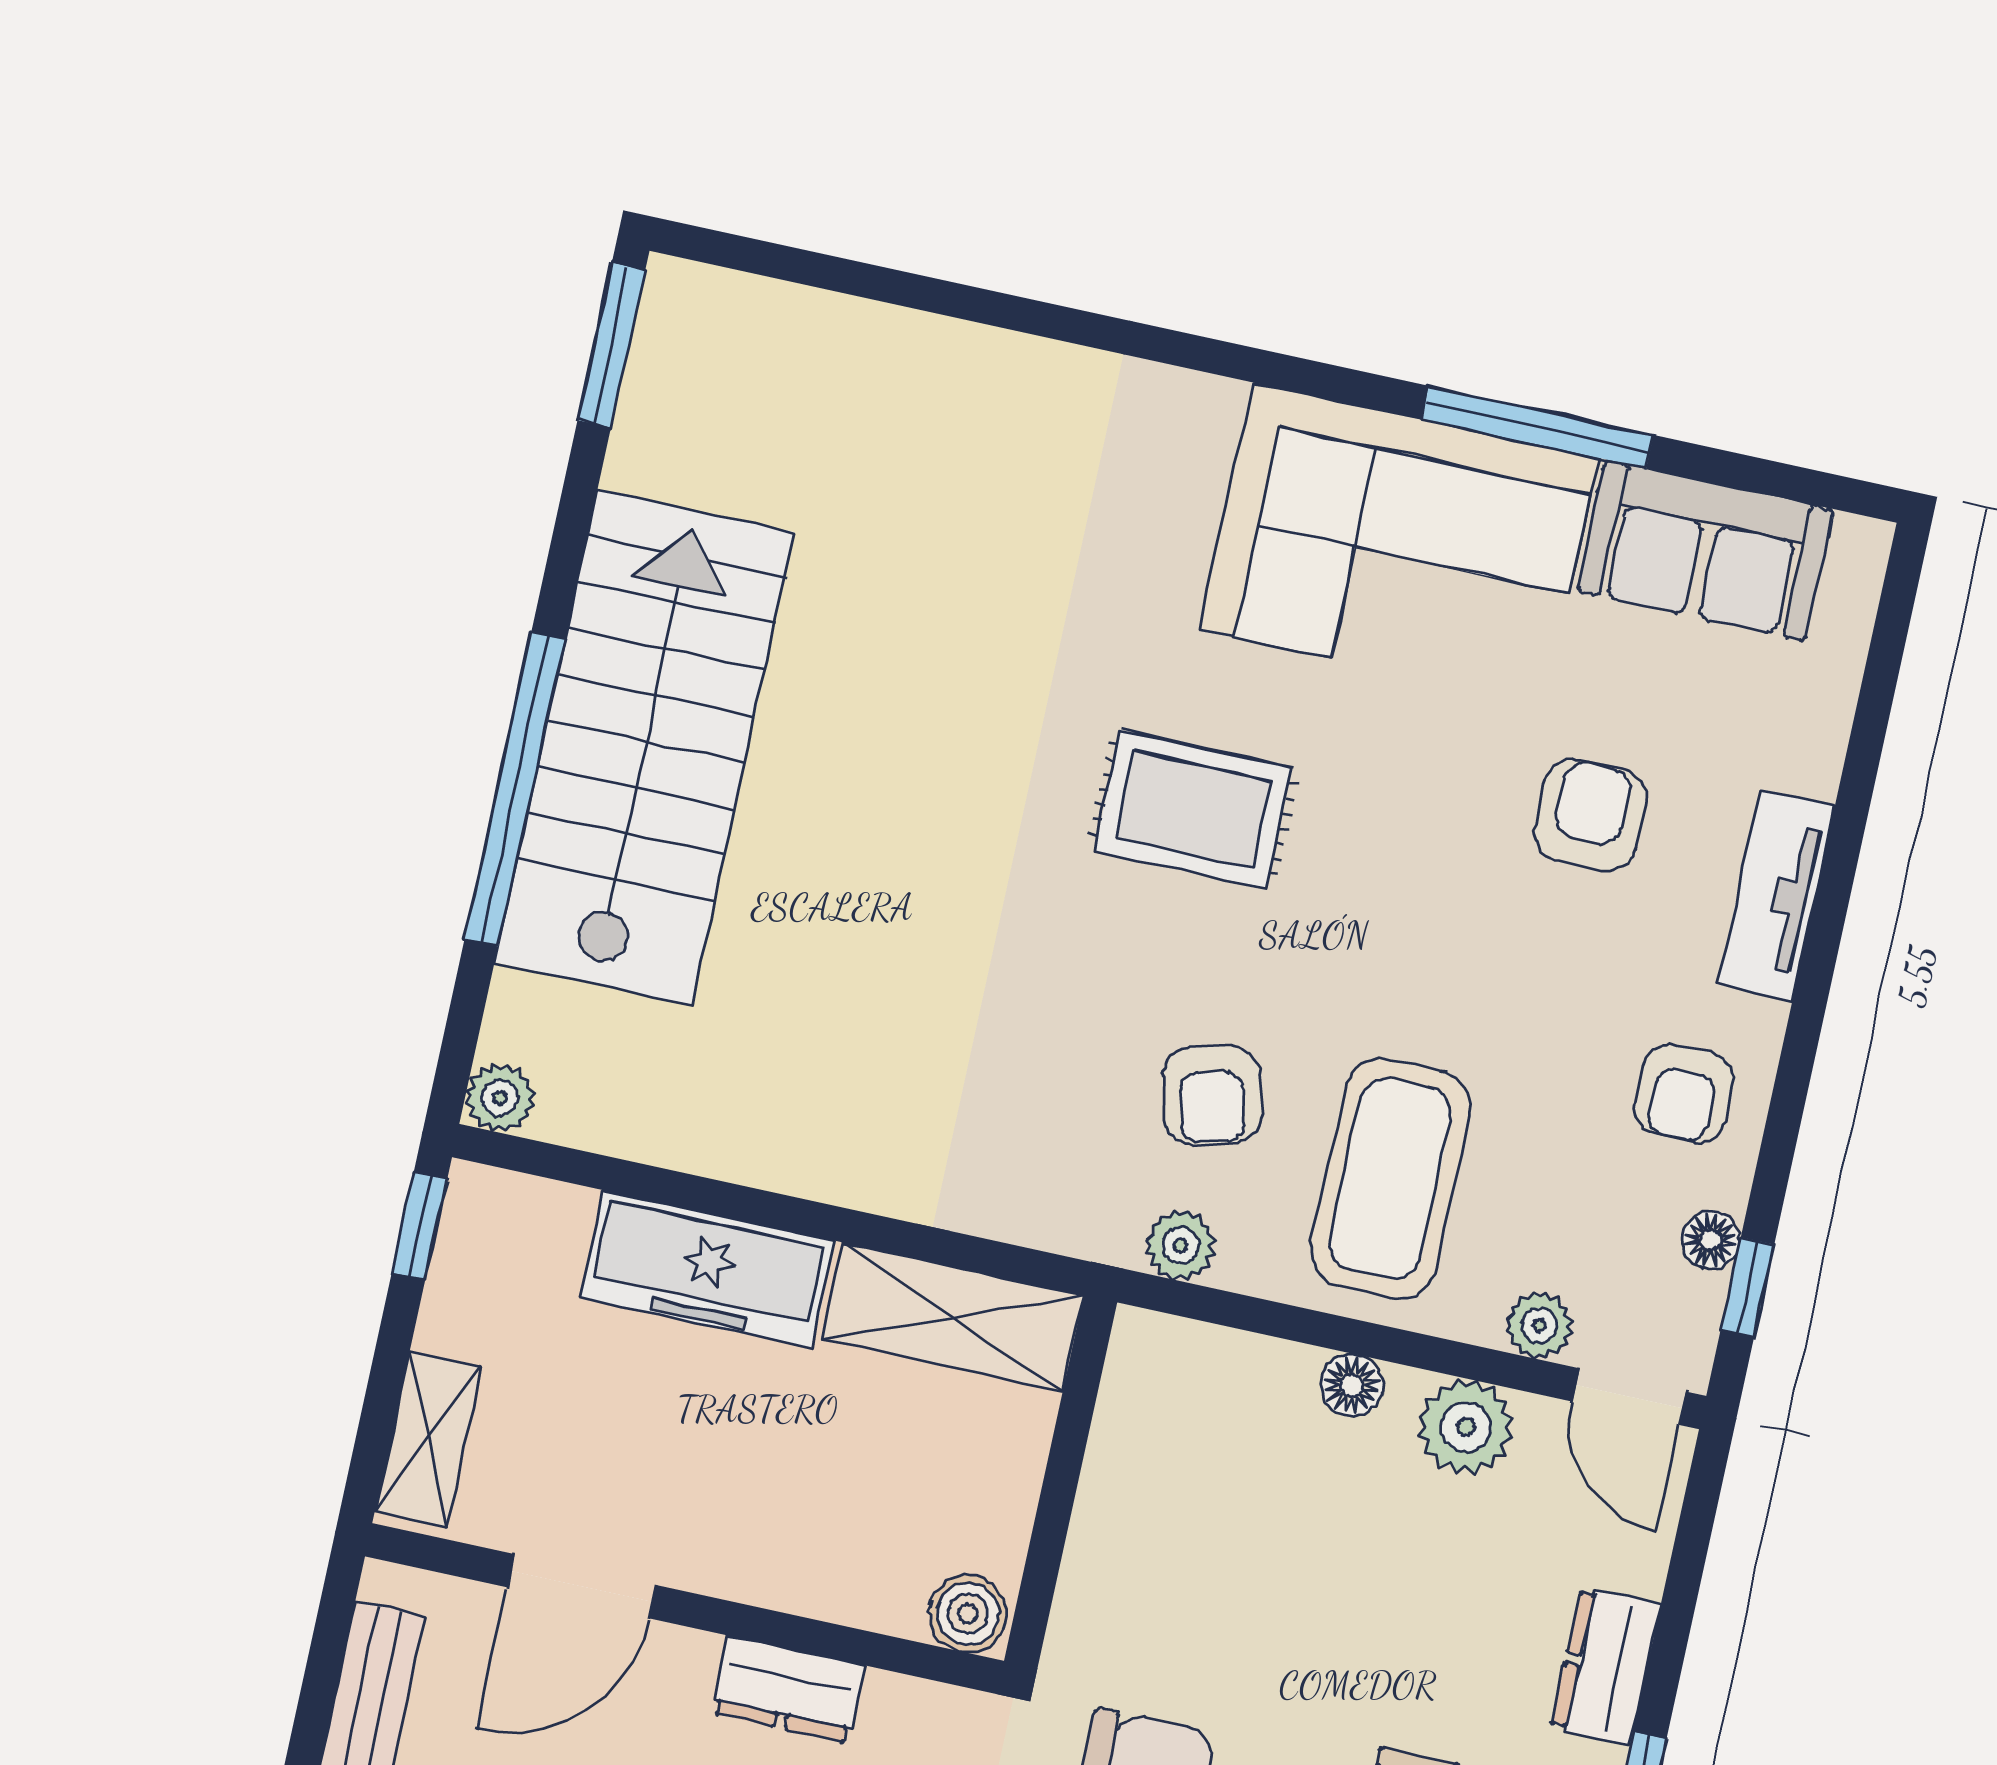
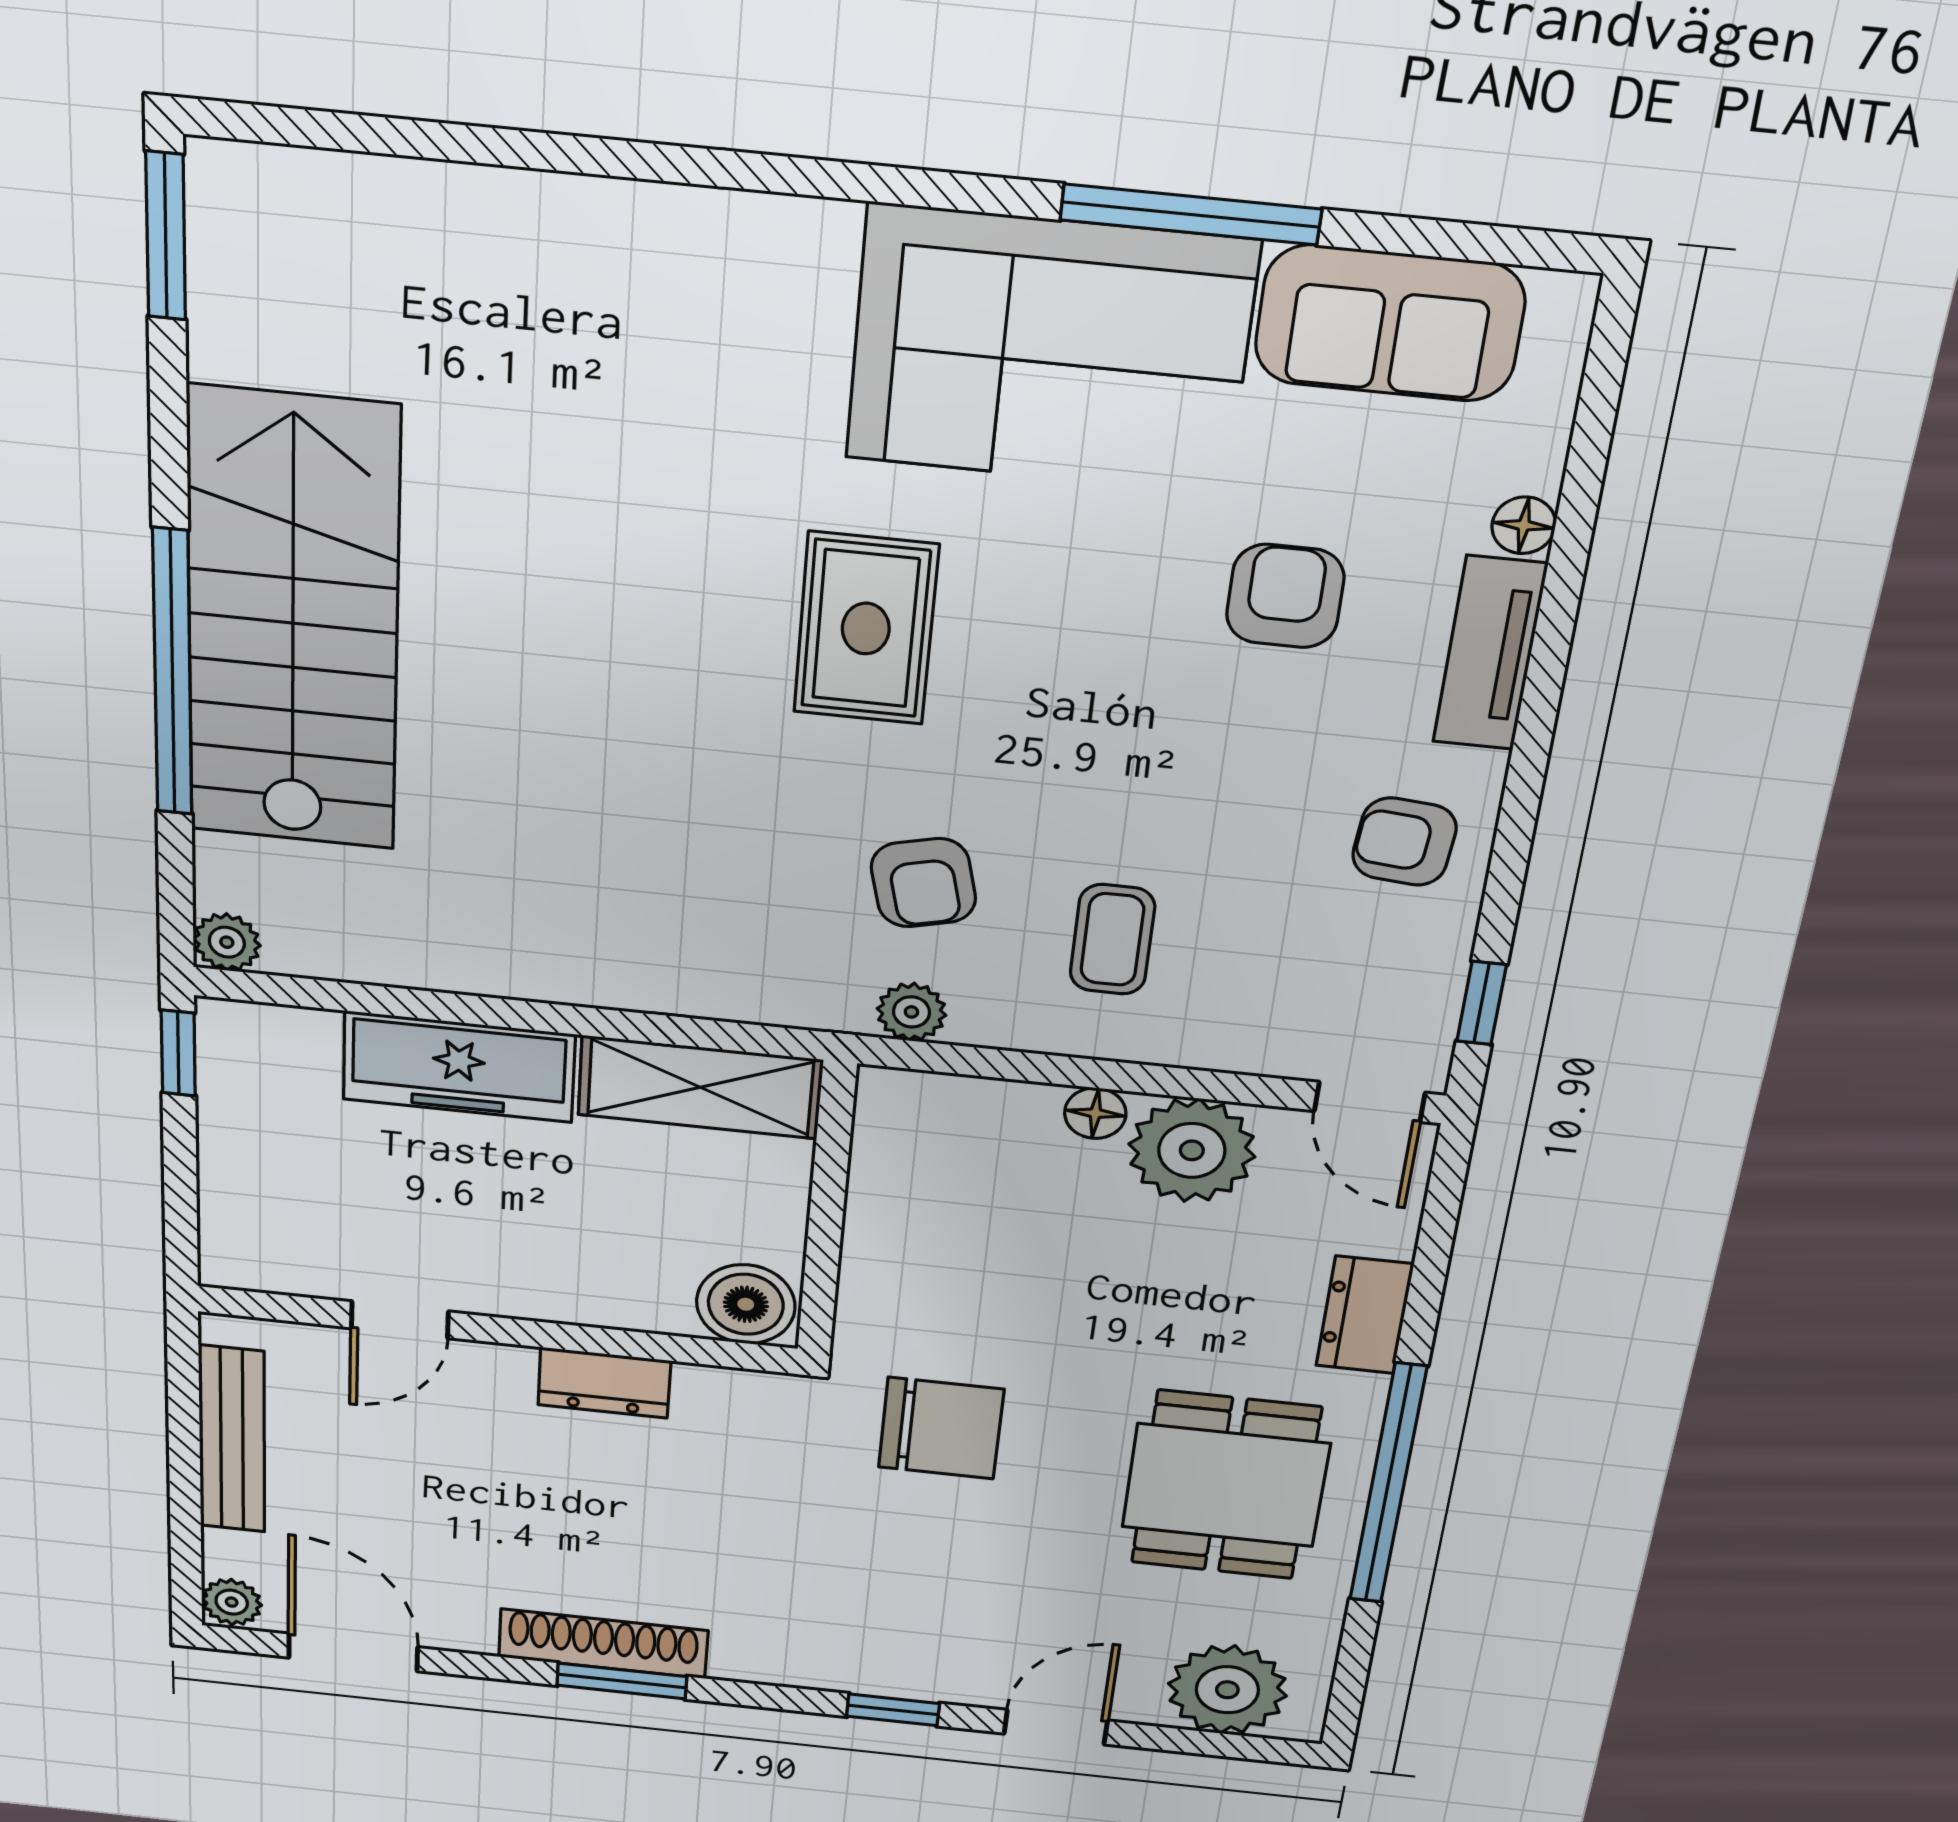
rug: (1193, 809) -> (866, 629), turned 90
armchair: (1684, 1094) -> (1404, 842), turned 95
coffee table: (1391, 1179) -> (1112, 939), width x0.54, depth x0.58
floor lamp: (1711, 1240) -> (1524, 525), moved
plant: (1539, 1325) -> (1275, 1051), removed
plant: (1466, 1427) -> (1192, 1150), width x1.36, depth x1.36
shelving: (428, 1439) -> (231, 1219), removed
door: (582, 1586) -> (400, 1320), width x0.73
boiler: (968, 1614) -> (746, 1304), width x1.36, depth x1.36

